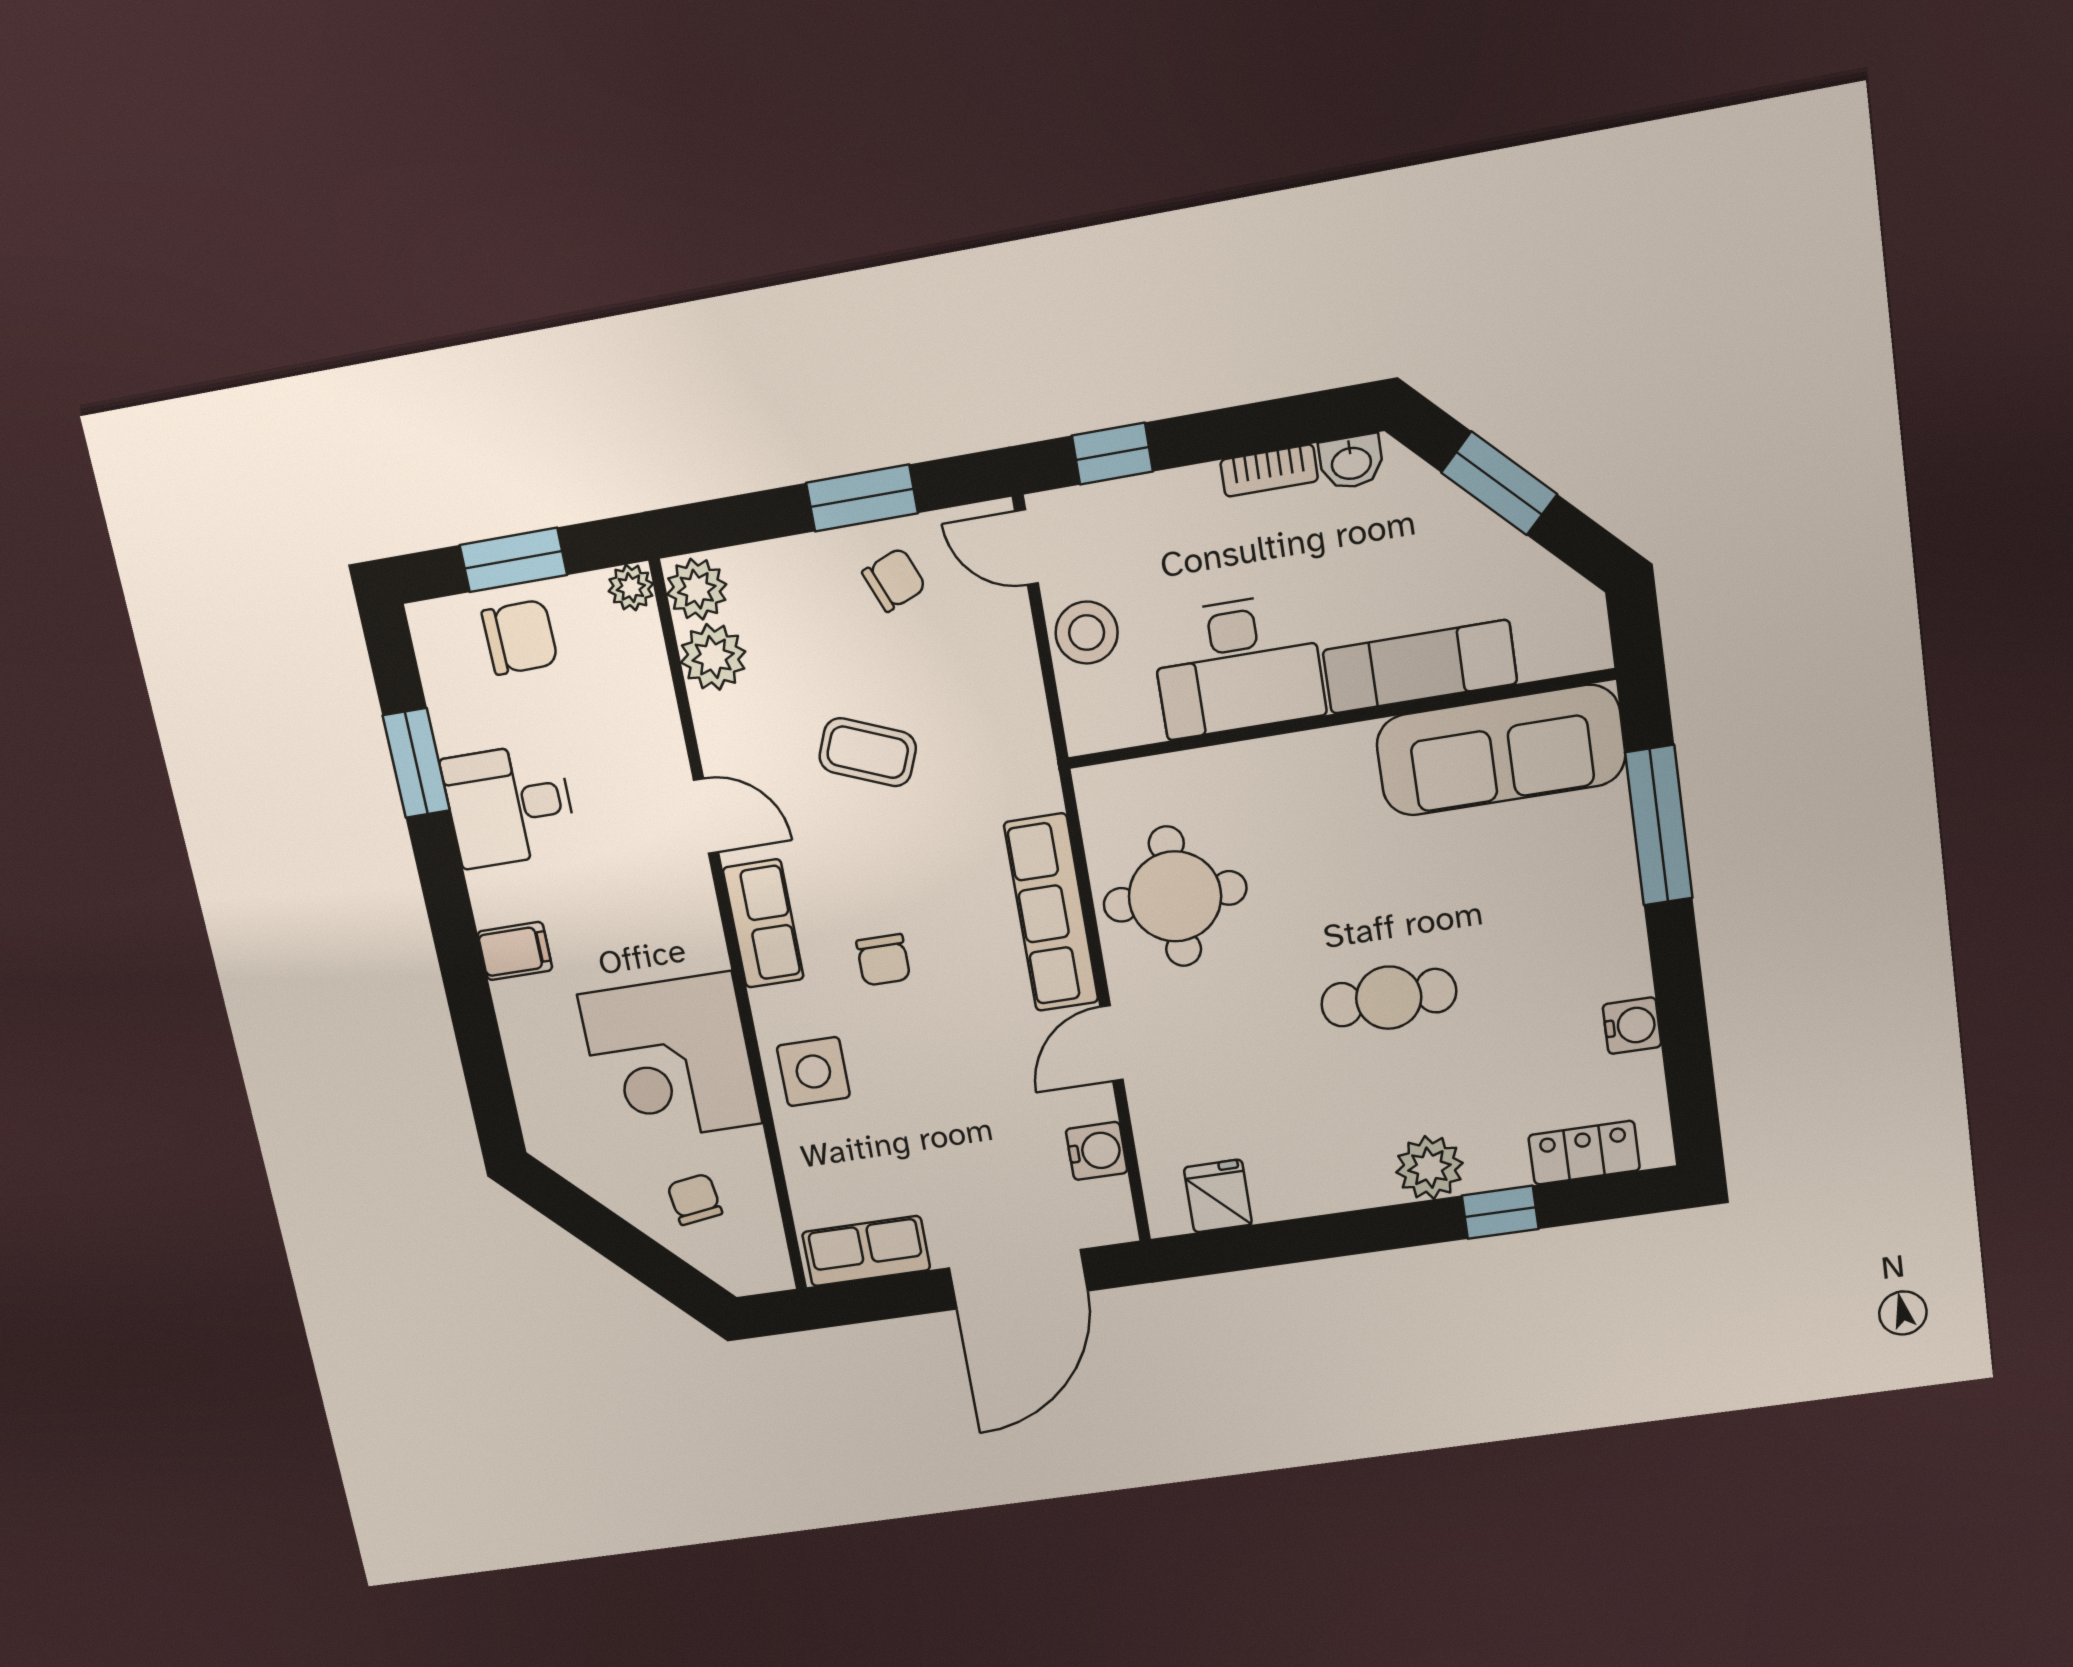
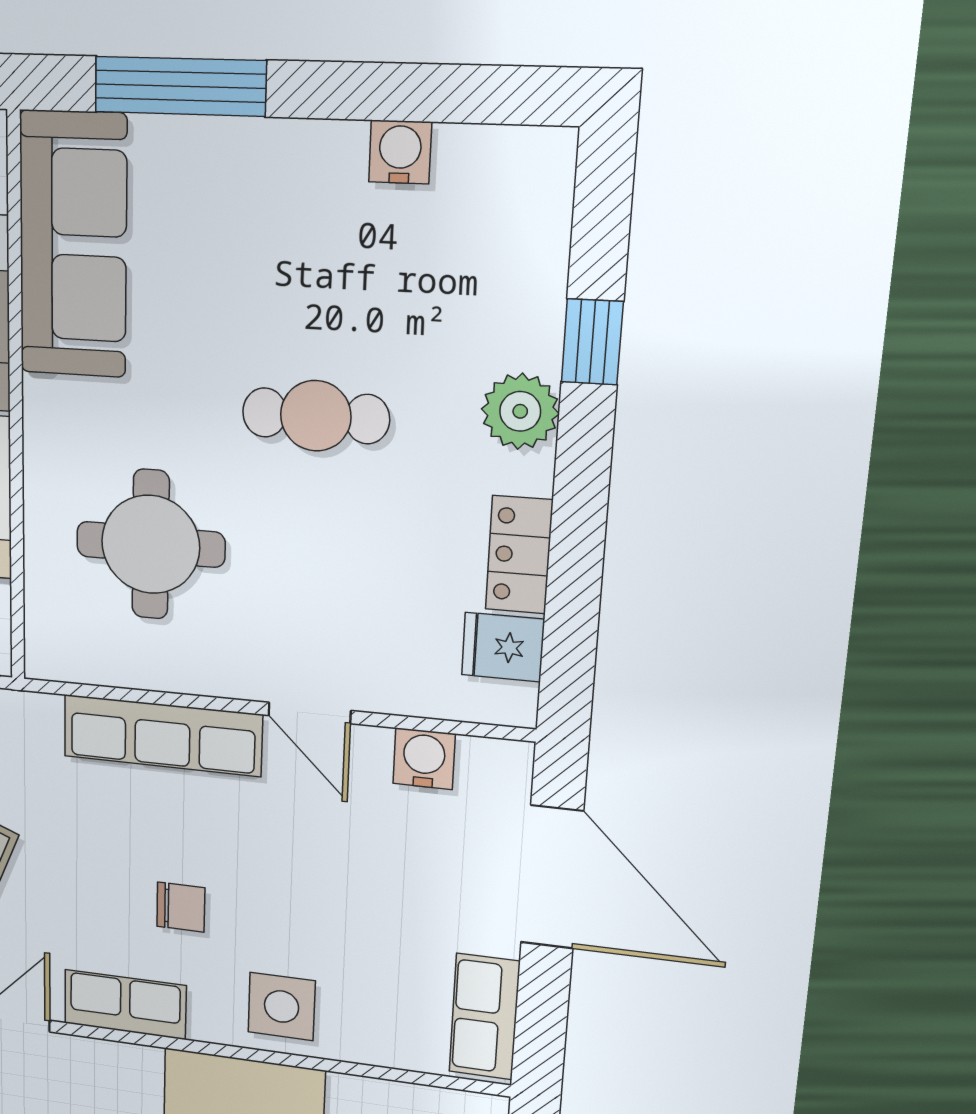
round table: (1175, 896) -> (151, 544), moved
cafe table: (1389, 998) -> (316, 416), turned 90
locker: (1584, 1153) -> (519, 555), moved

